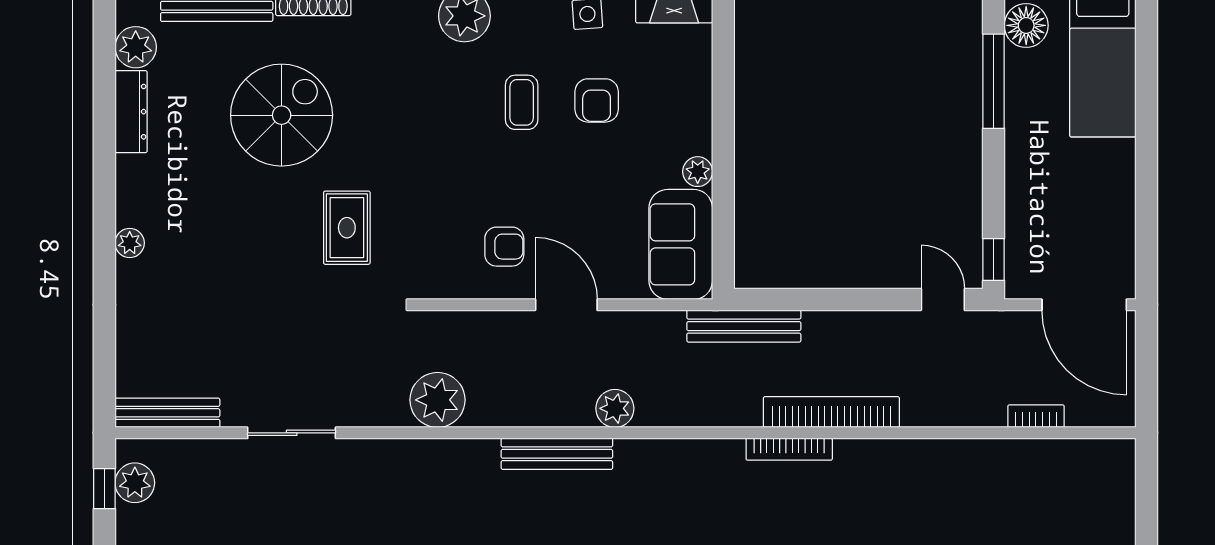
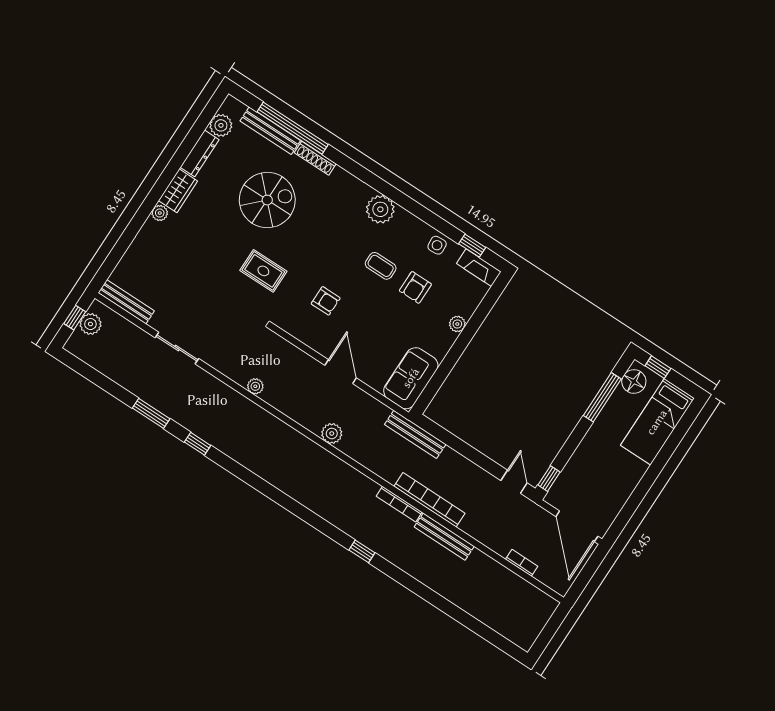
coffee table: (522, 102) -> (381, 266), turned 90
plant: (698, 172) -> (457, 324), moved
wardrobe: (135, 191) -> (178, 191), added
rug: (347, 228) -> (263, 271), turned 90
armchair: (504, 247) -> (326, 301), moved
plant: (438, 400) -> (255, 386), width x0.53, depth x0.53
bench: (557, 454) -> (444, 537), moved

